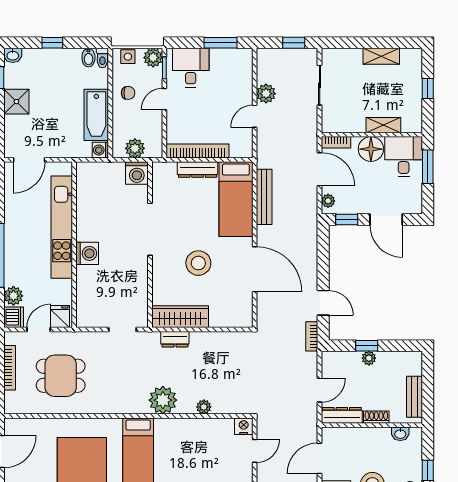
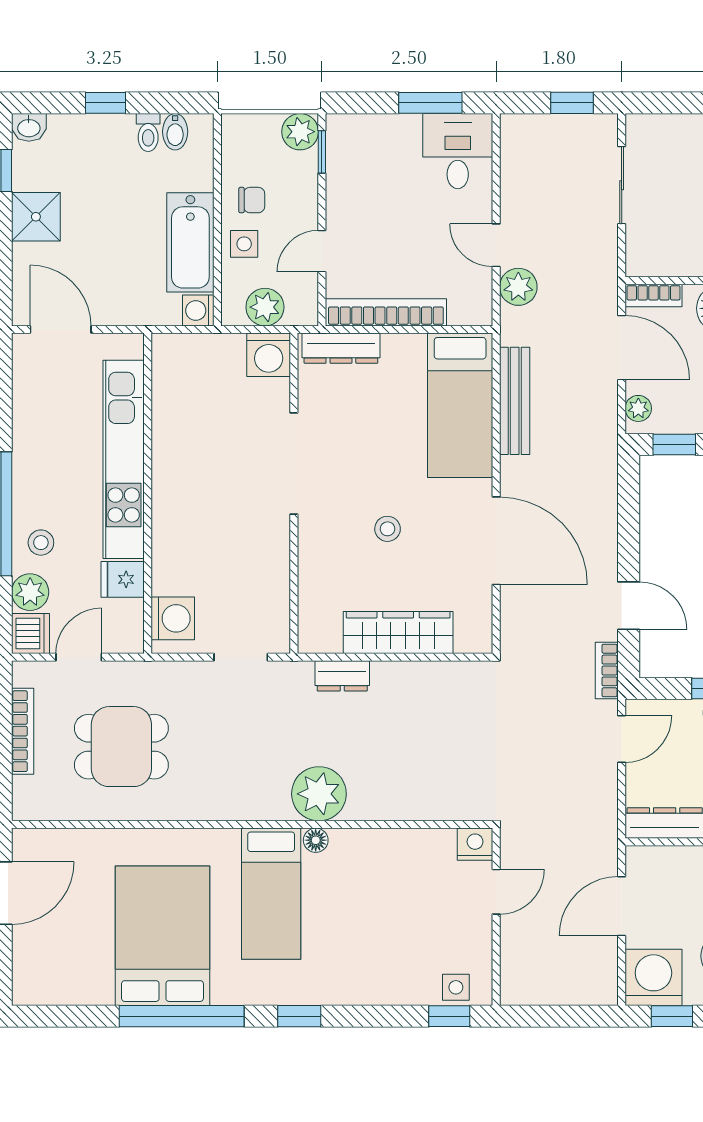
side table: (128, 57) -> (244, 244), moved
toilet: (102, 58) -> (148, 132), moved
desk: (191, 68) -> (458, 151), moved
plant: (266, 94) -> (518, 287), moved
door: (164, 99) -> (322, 251), moved
door: (255, 116) -> (496, 245), hinge flipped
door: (29, 160) -> (61, 330), swing flipped
dresser: (198, 170) -> (341, 348), moved
washing machine: (87, 253) -> (173, 618), moved
stool: (198, 263) -> (388, 529), width x0.53, depth x0.53
stool: (19, 270) -> (41, 543), added
fridge: (60, 317) -> (123, 579), moved, turned -90
wardrobe: (180, 317) -> (398, 633), moved
door: (320, 390) -> (622, 739), moved
plant: (204, 407) -> (398, 807), removed
floor lamp: (161, 424) -> (316, 840), added

